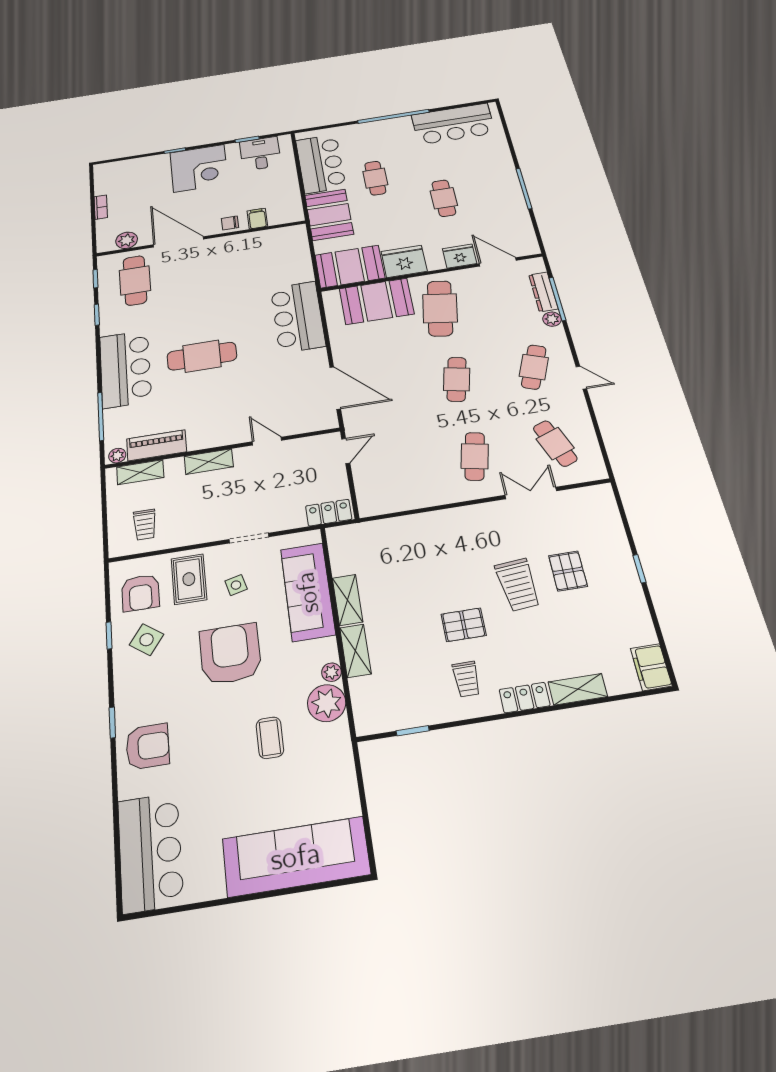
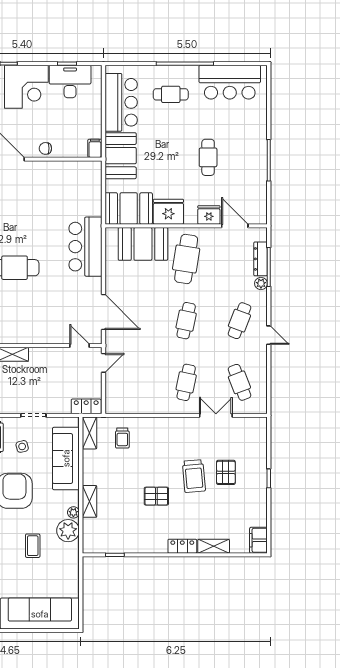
desk: (260, 154) -> (70, 81), width x1.37
cafe table: (375, 178) -> (171, 94), moved, turned 90
filing cabinet: (257, 219) -> (95, 148), moved
door: (267, 441) -> (80, 346), moved
shelving: (348, 600) -> (89, 433), moved
trolley: (466, 679) -> (122, 438), moved

